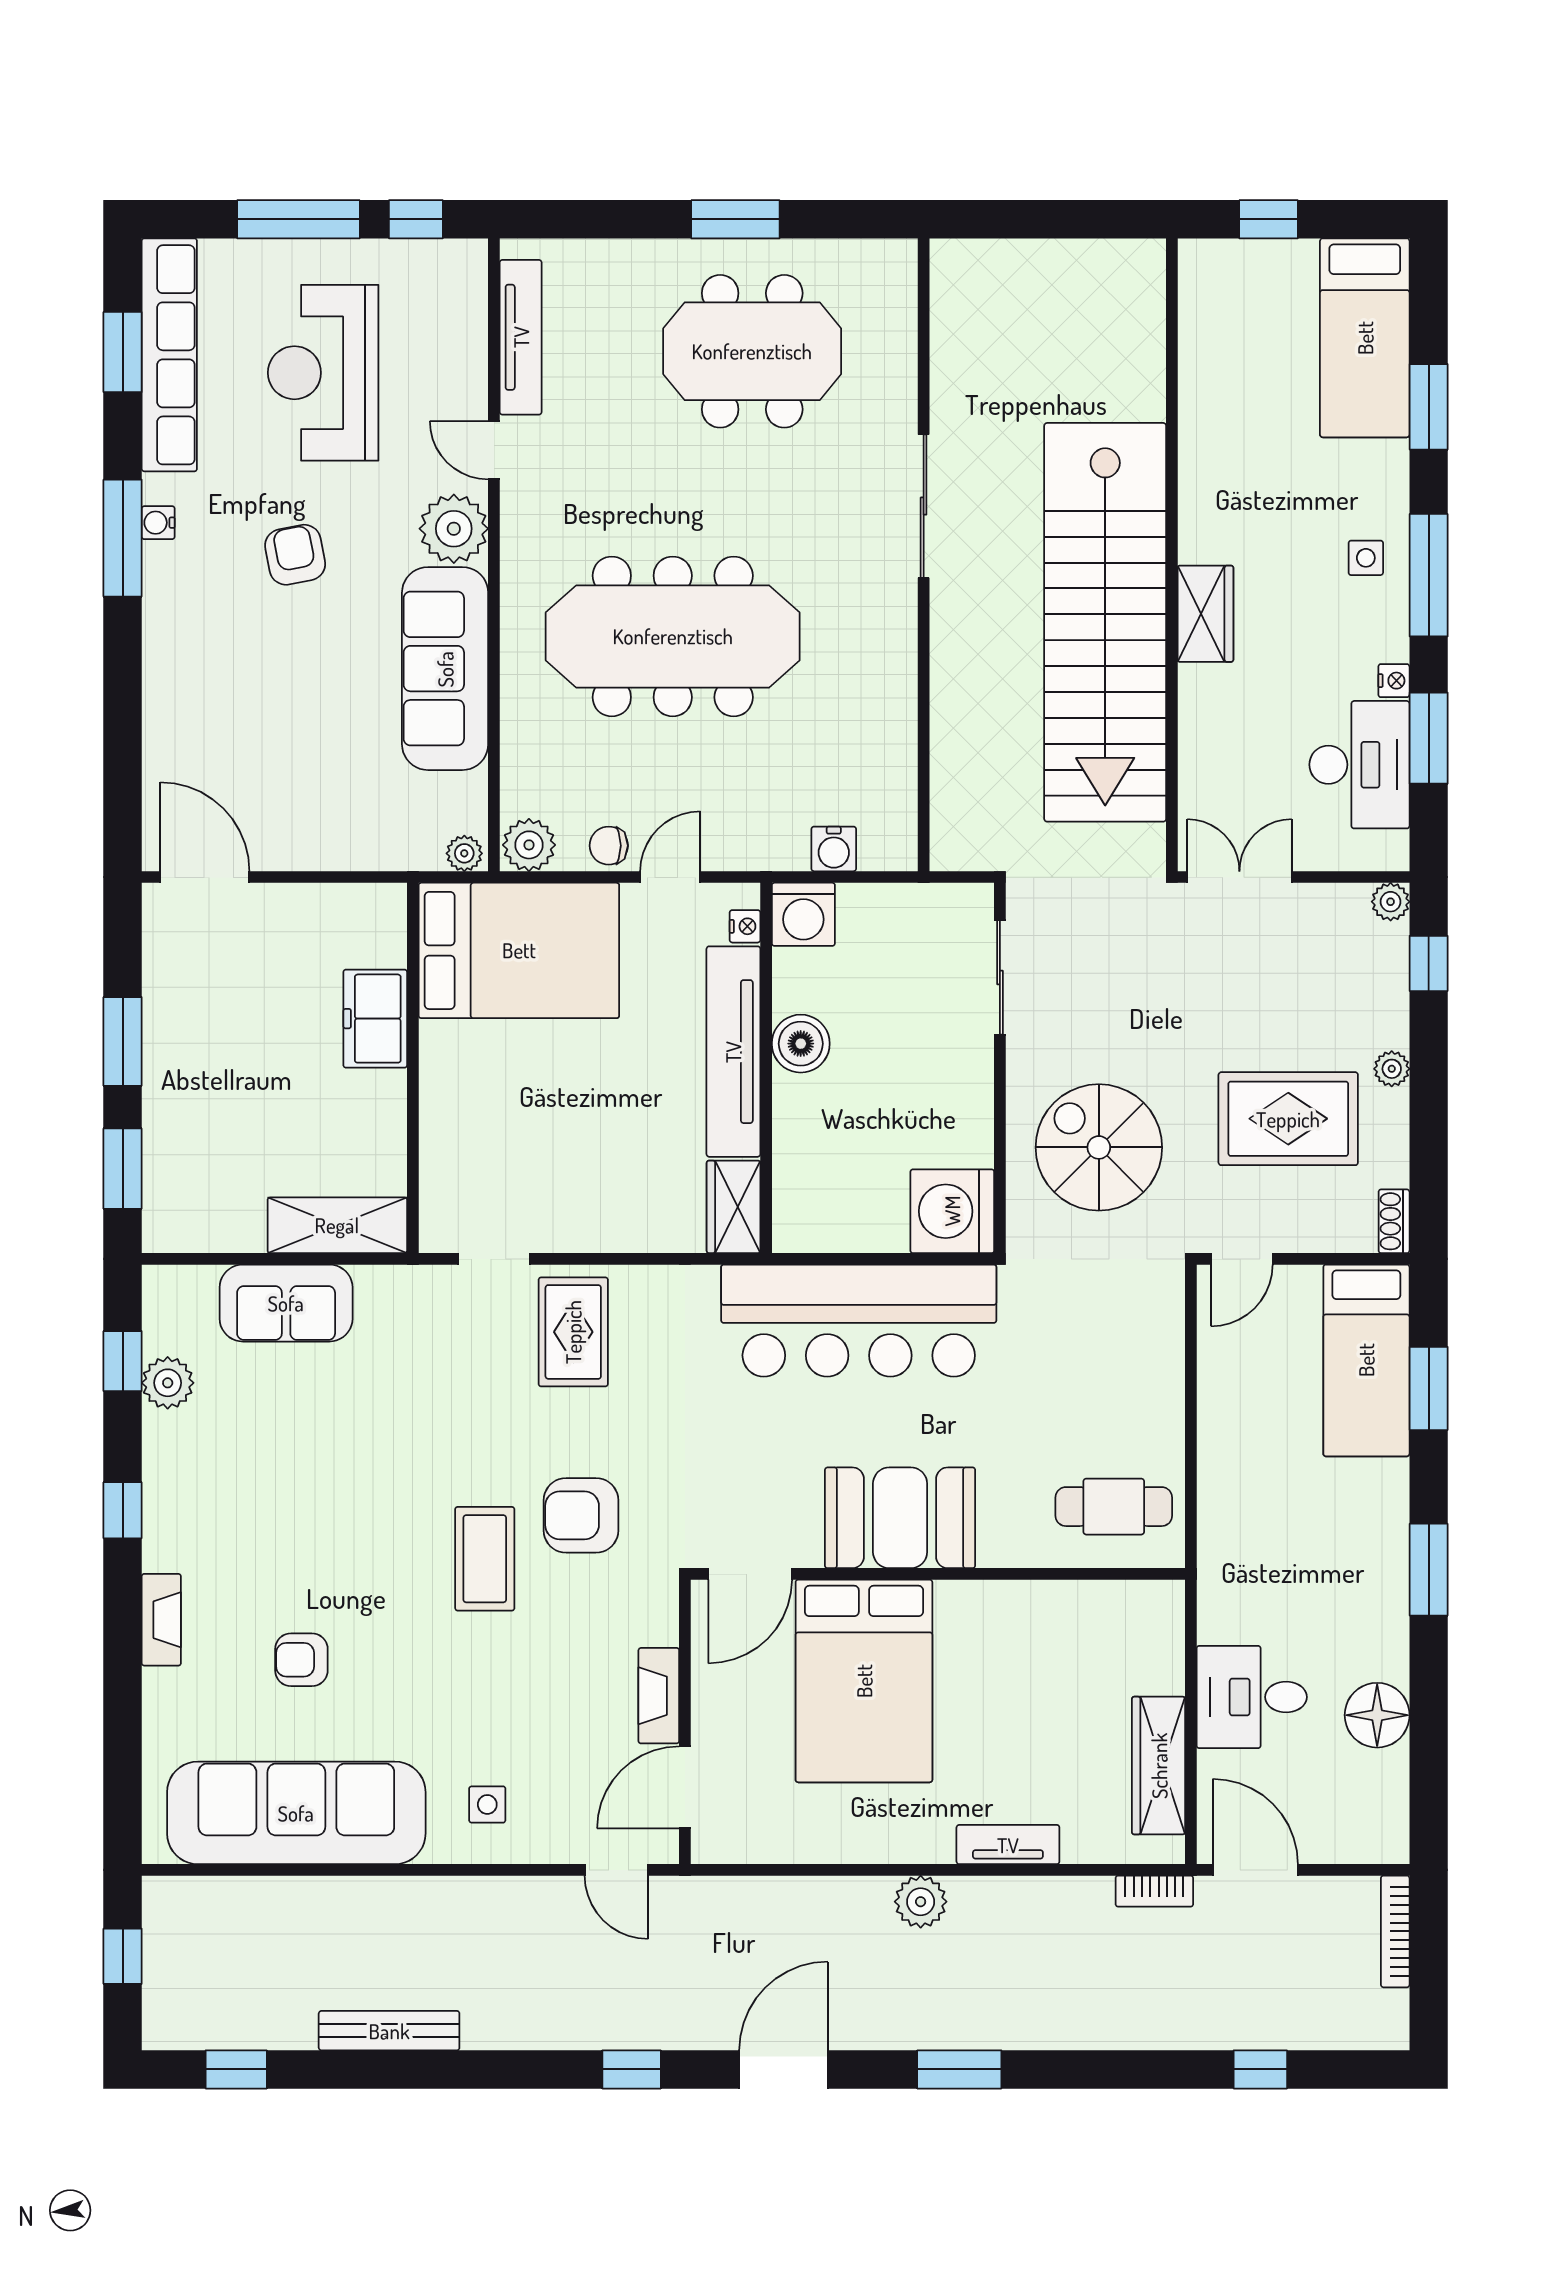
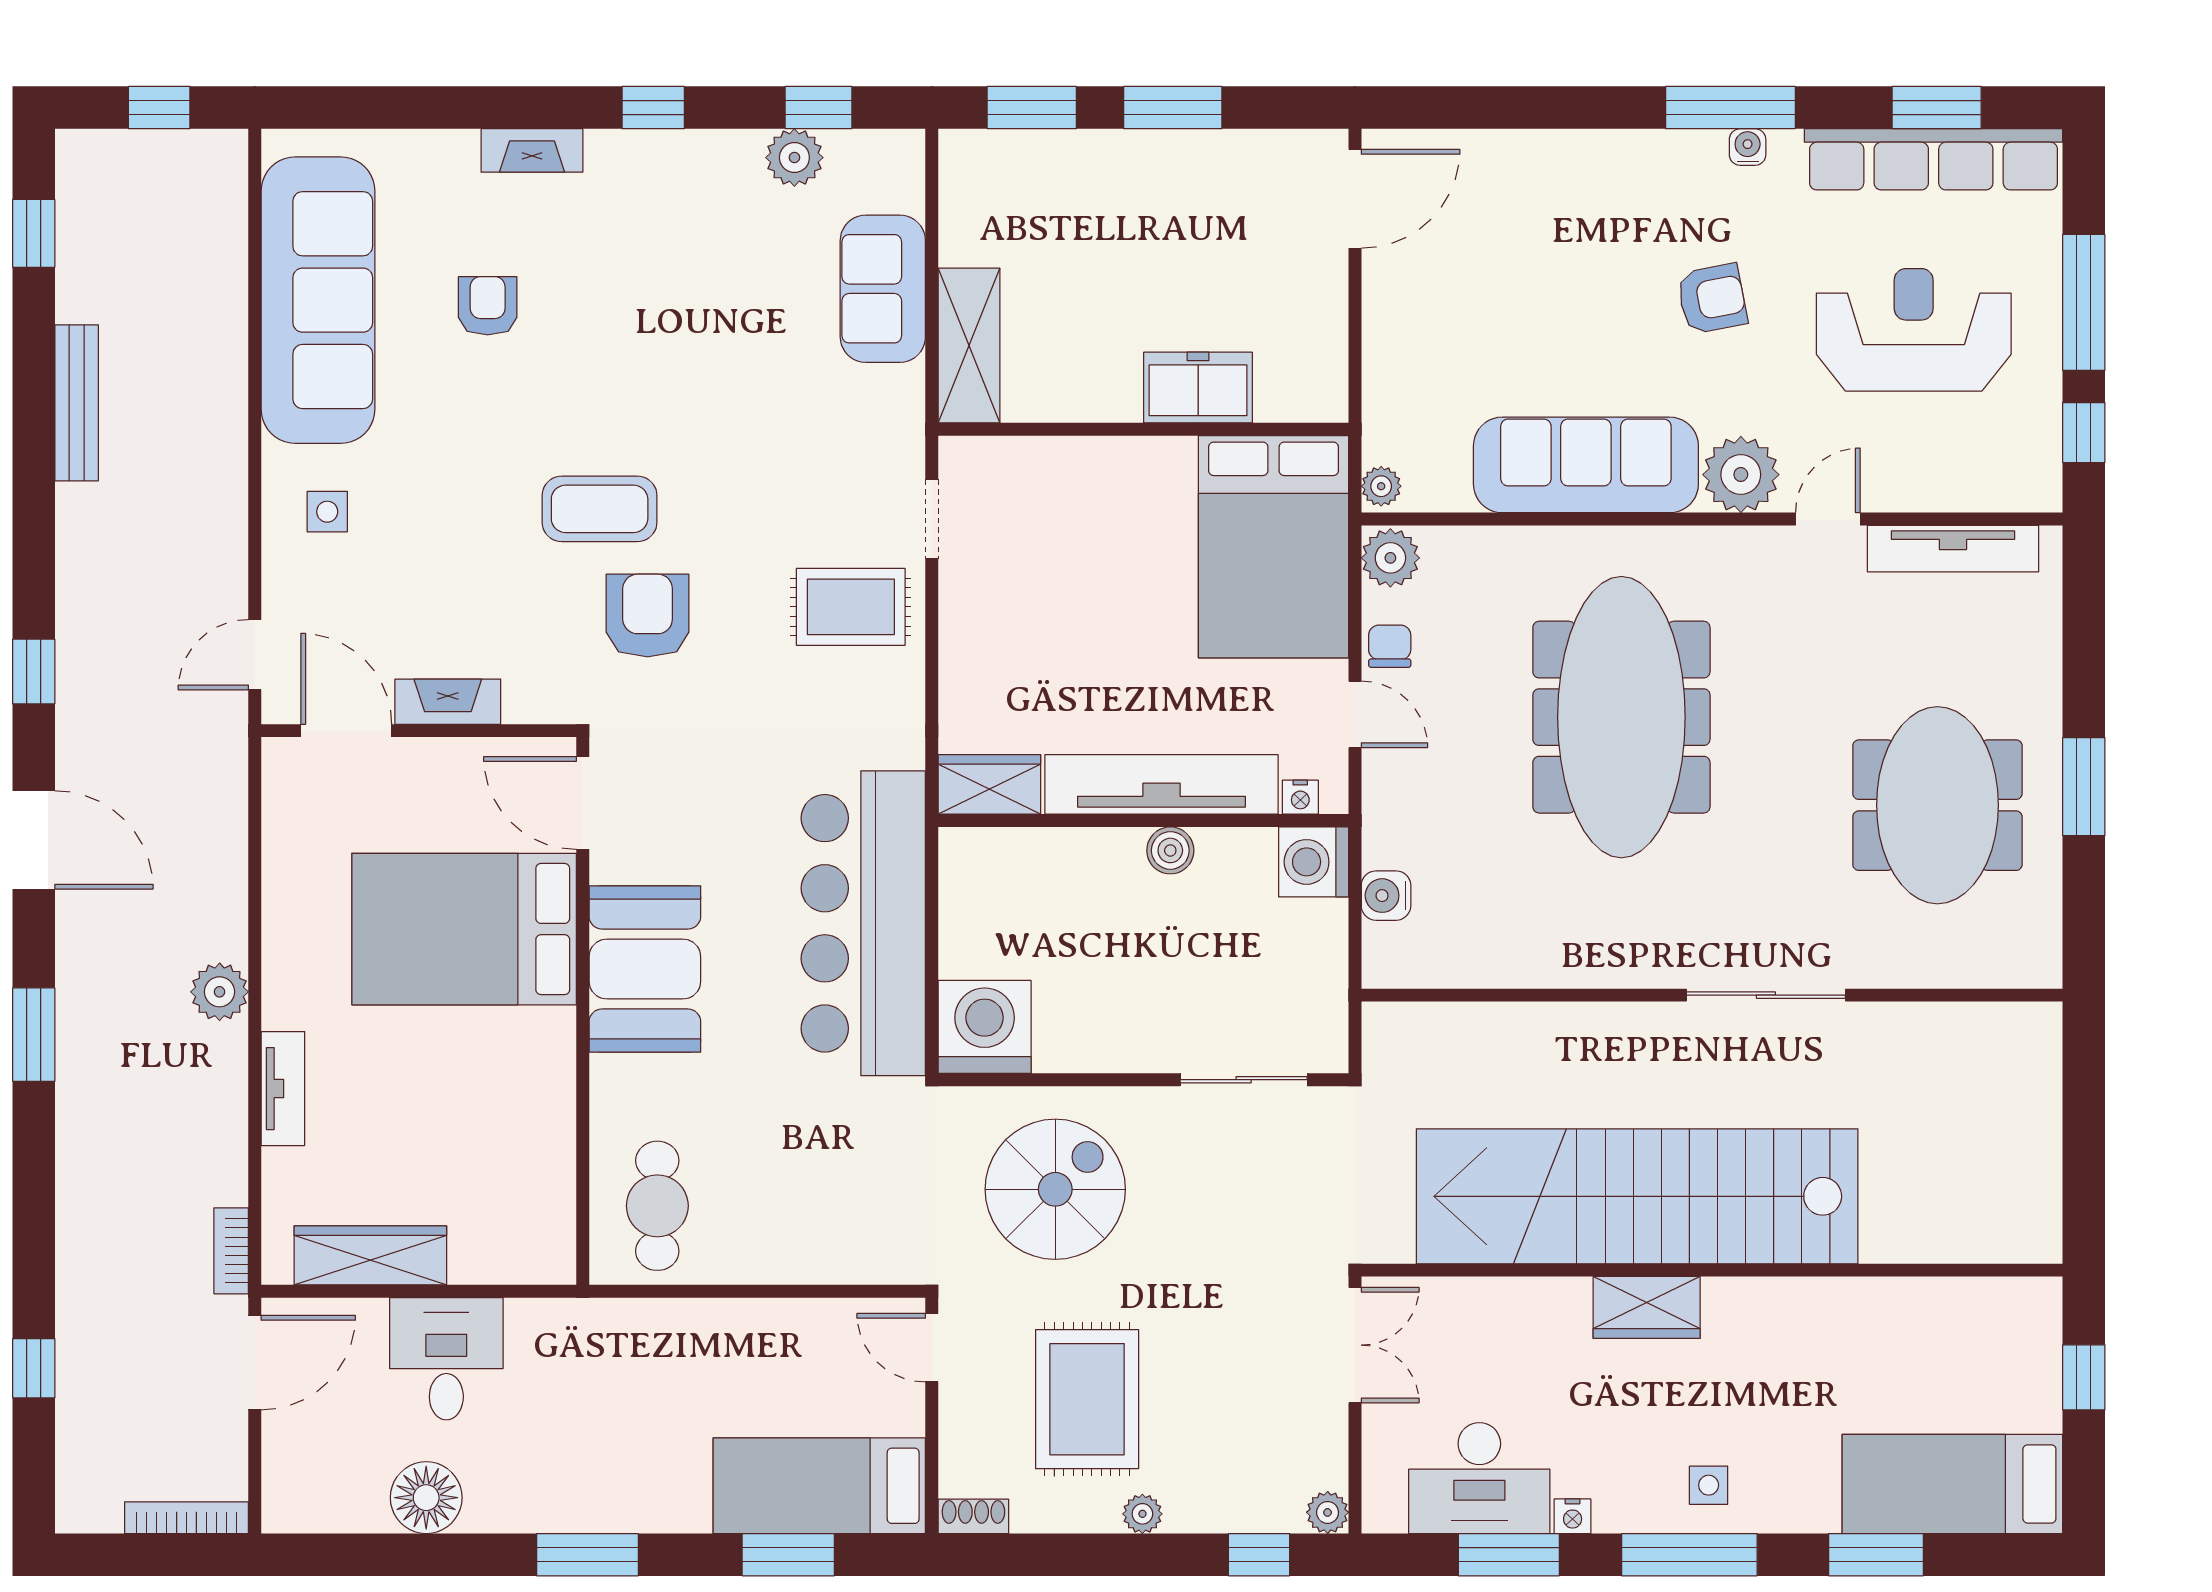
boiler: (801, 1044) -> (1170, 850), width x0.73, depth x0.73

